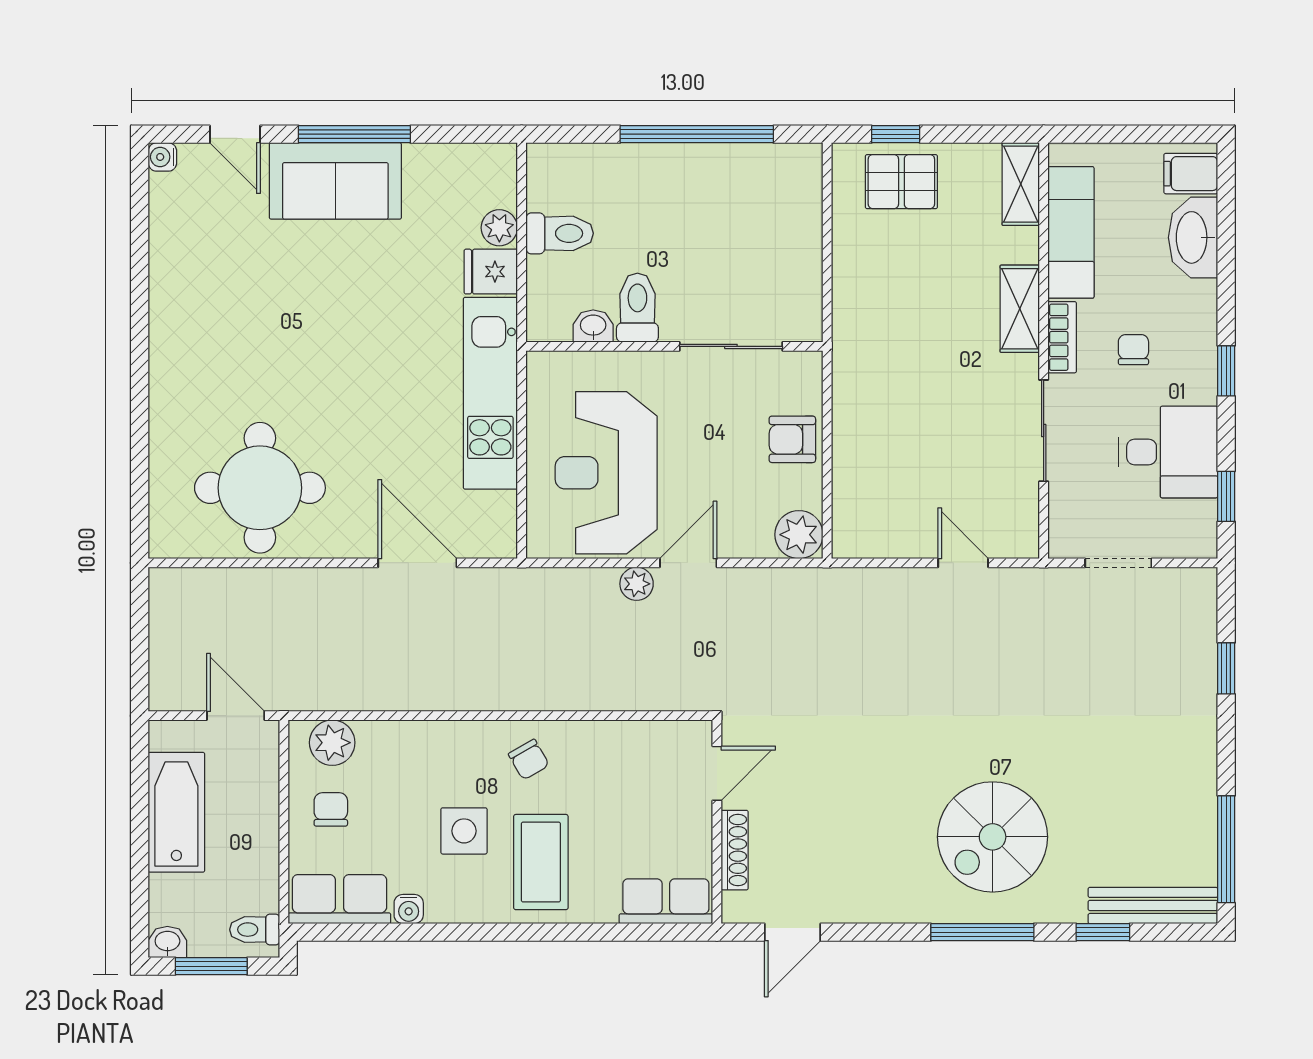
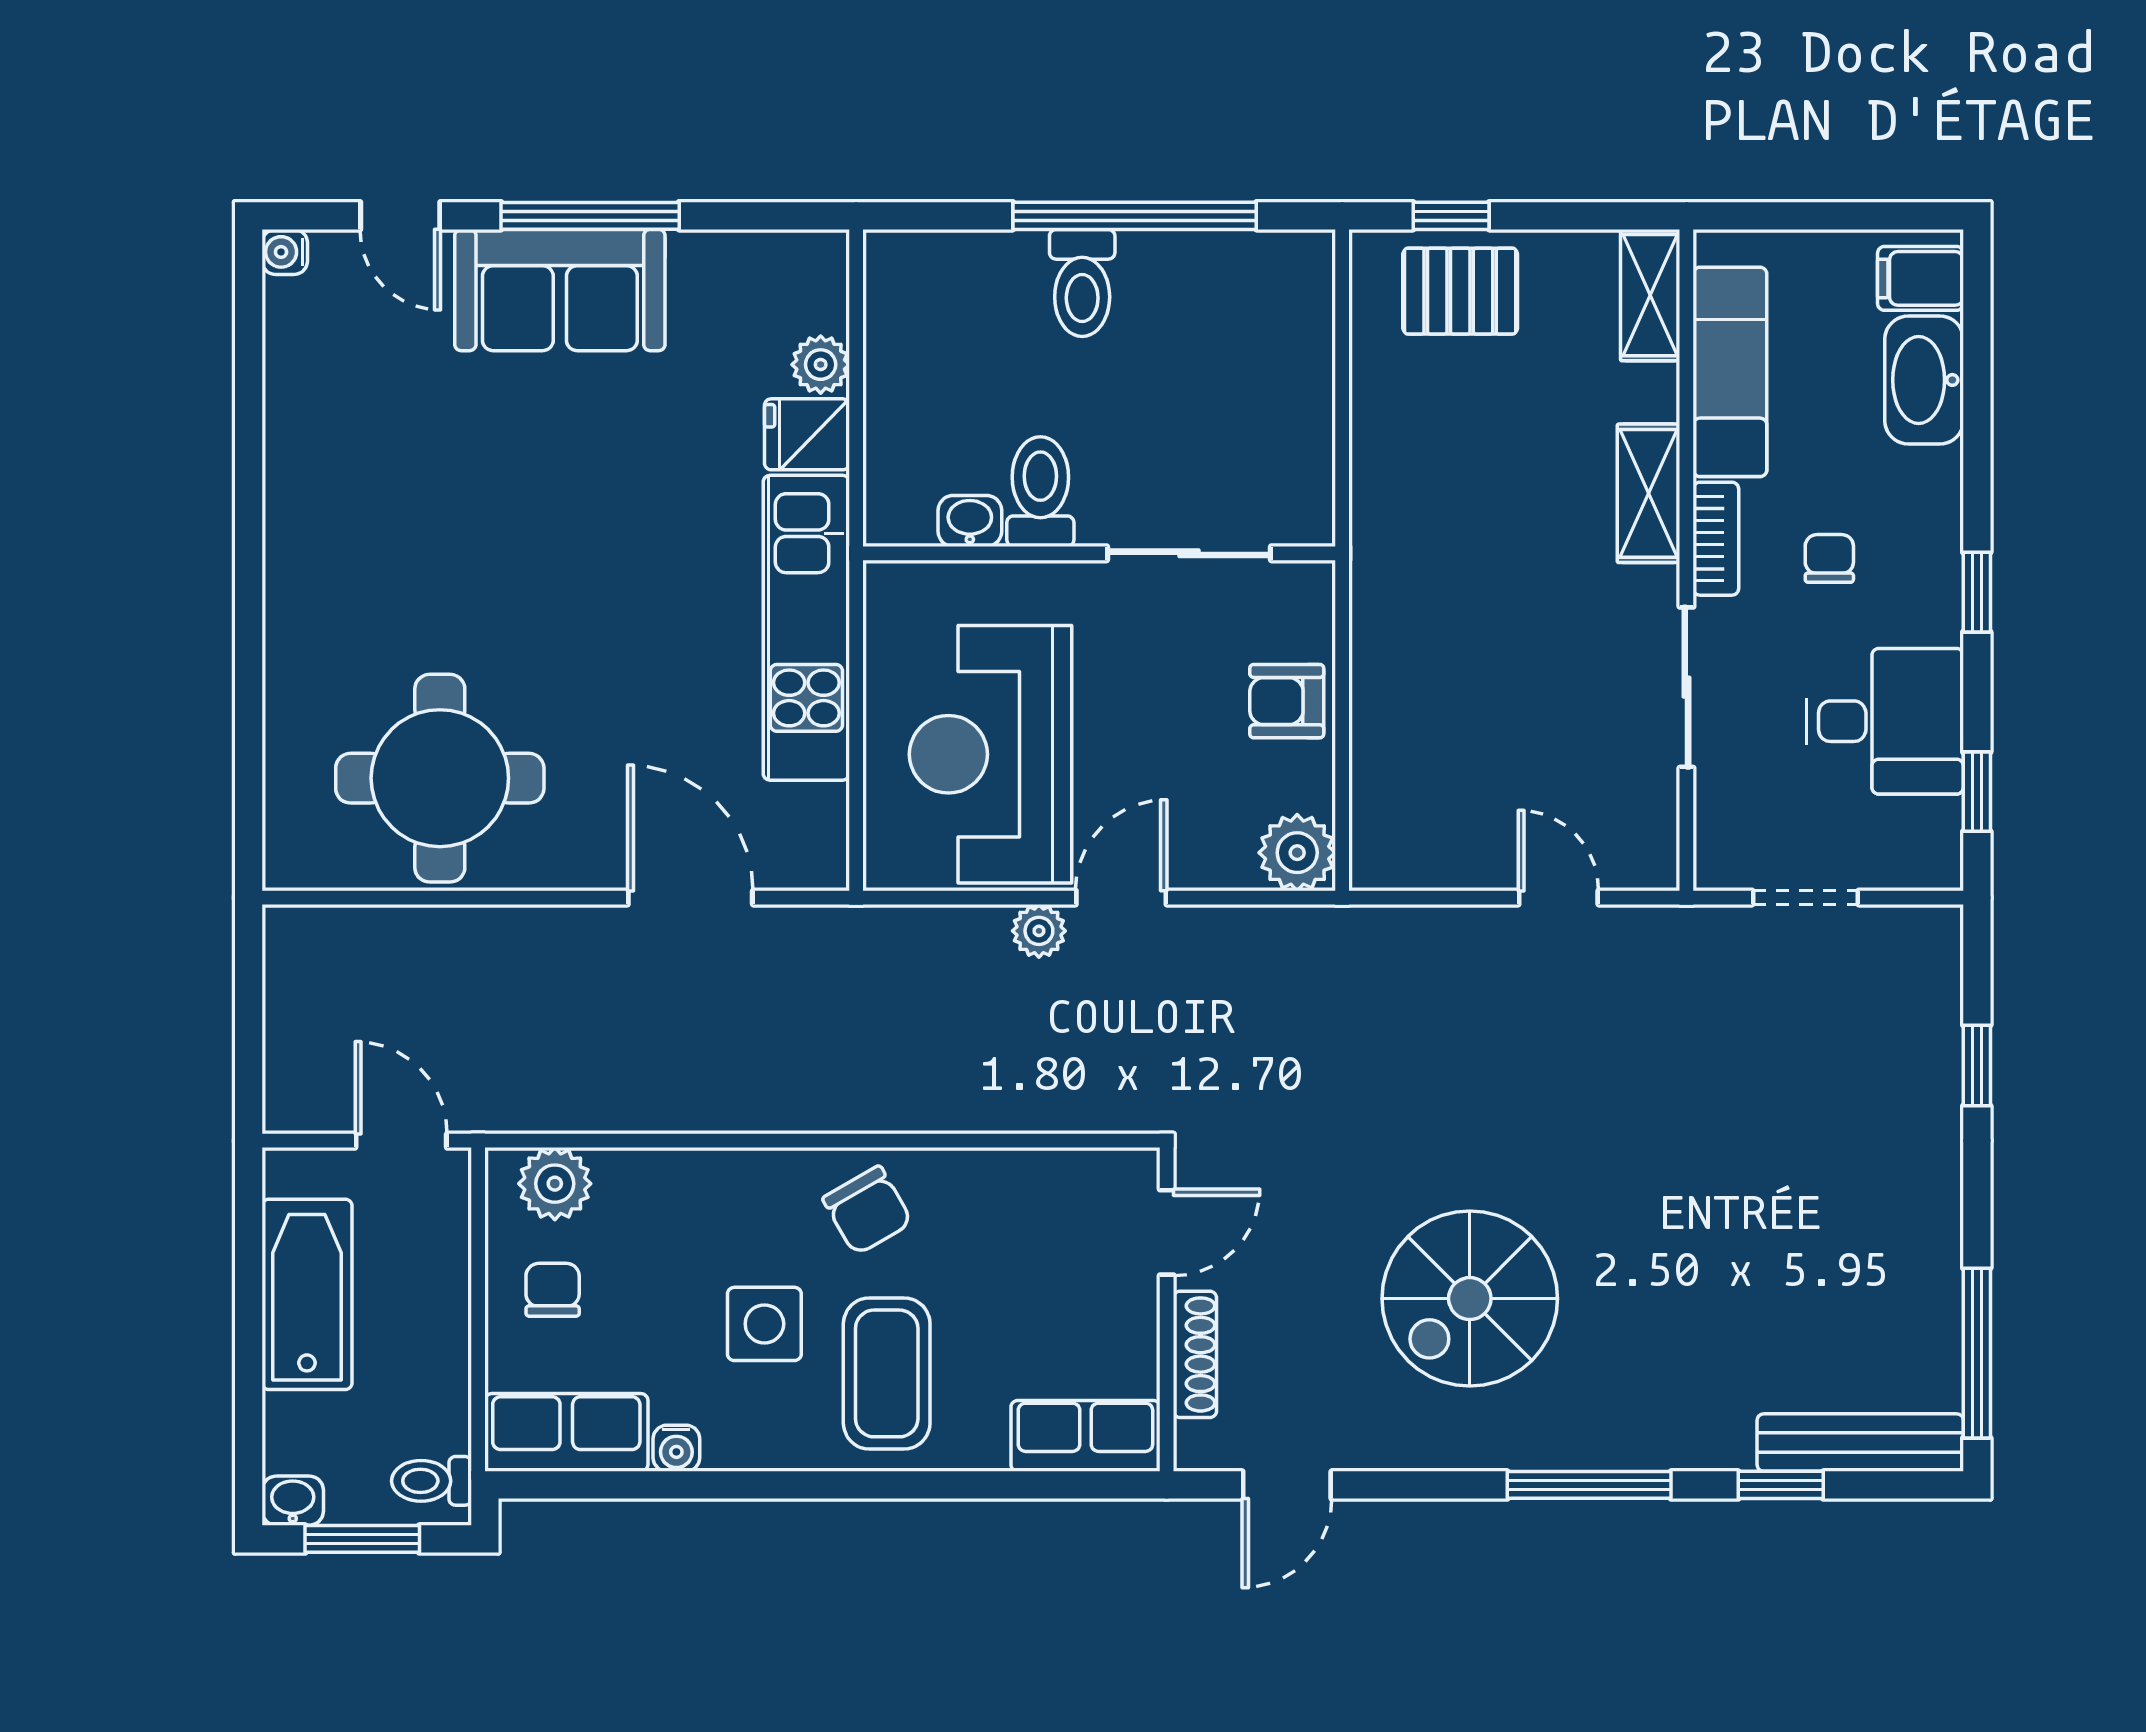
toilet: (560, 233) -> (1082, 283), moved, turned 90
chair: (529, 759) -> (867, 1210), width x1.37, depth x1.37
spiral stairs: (993, 837) -> (1470, 1299), moved

